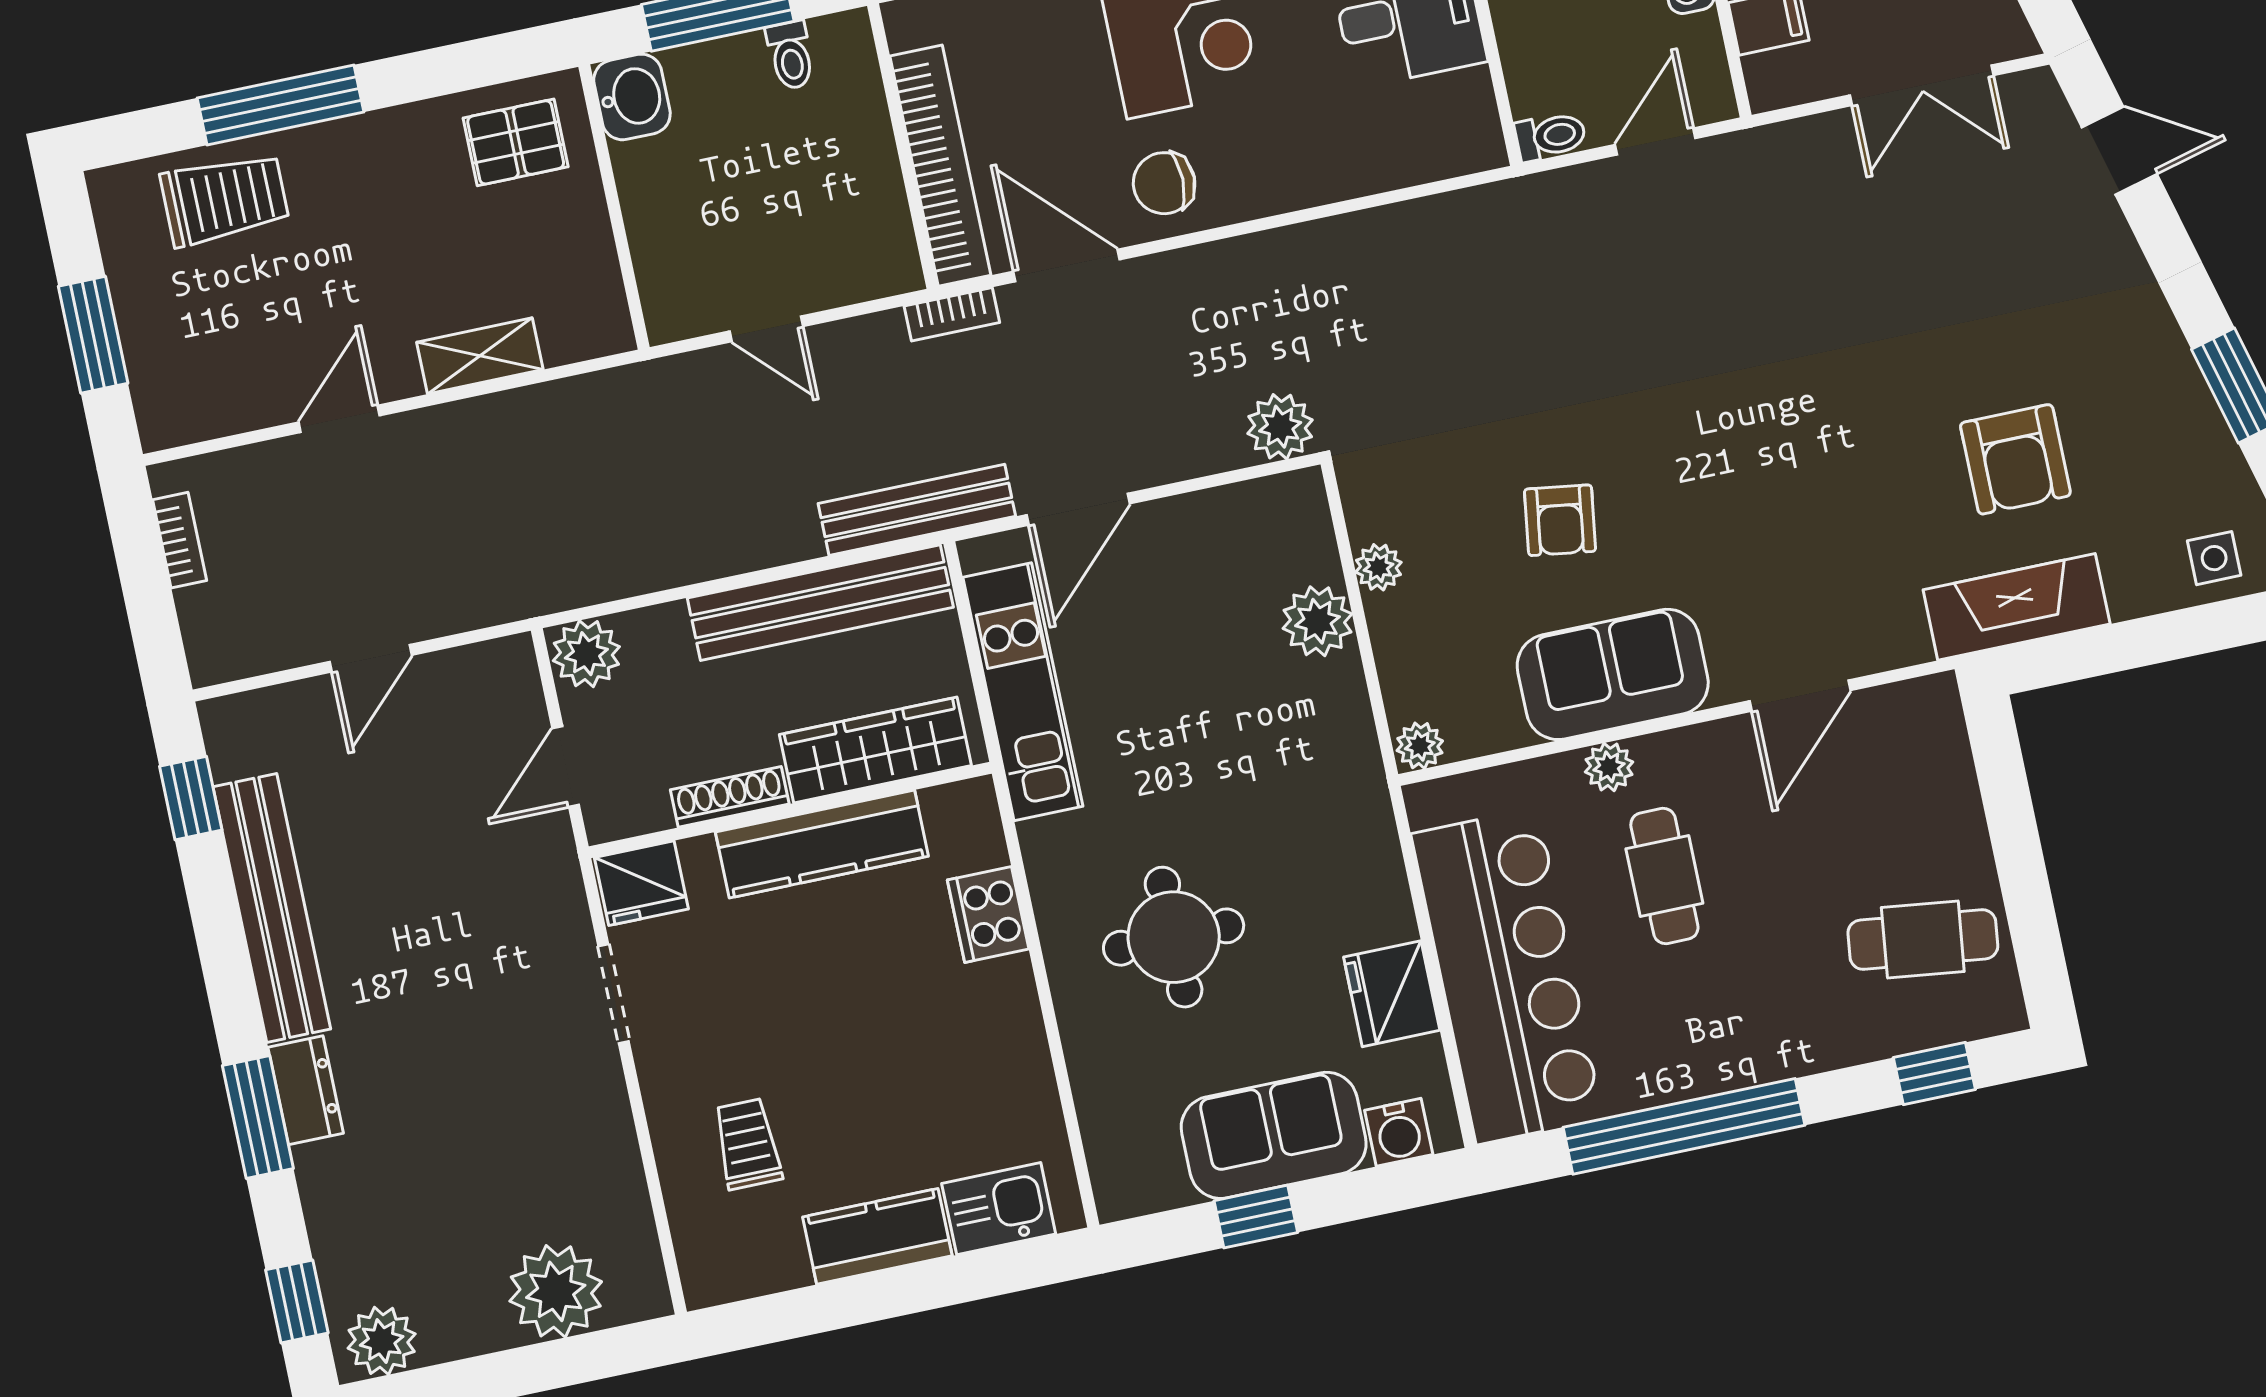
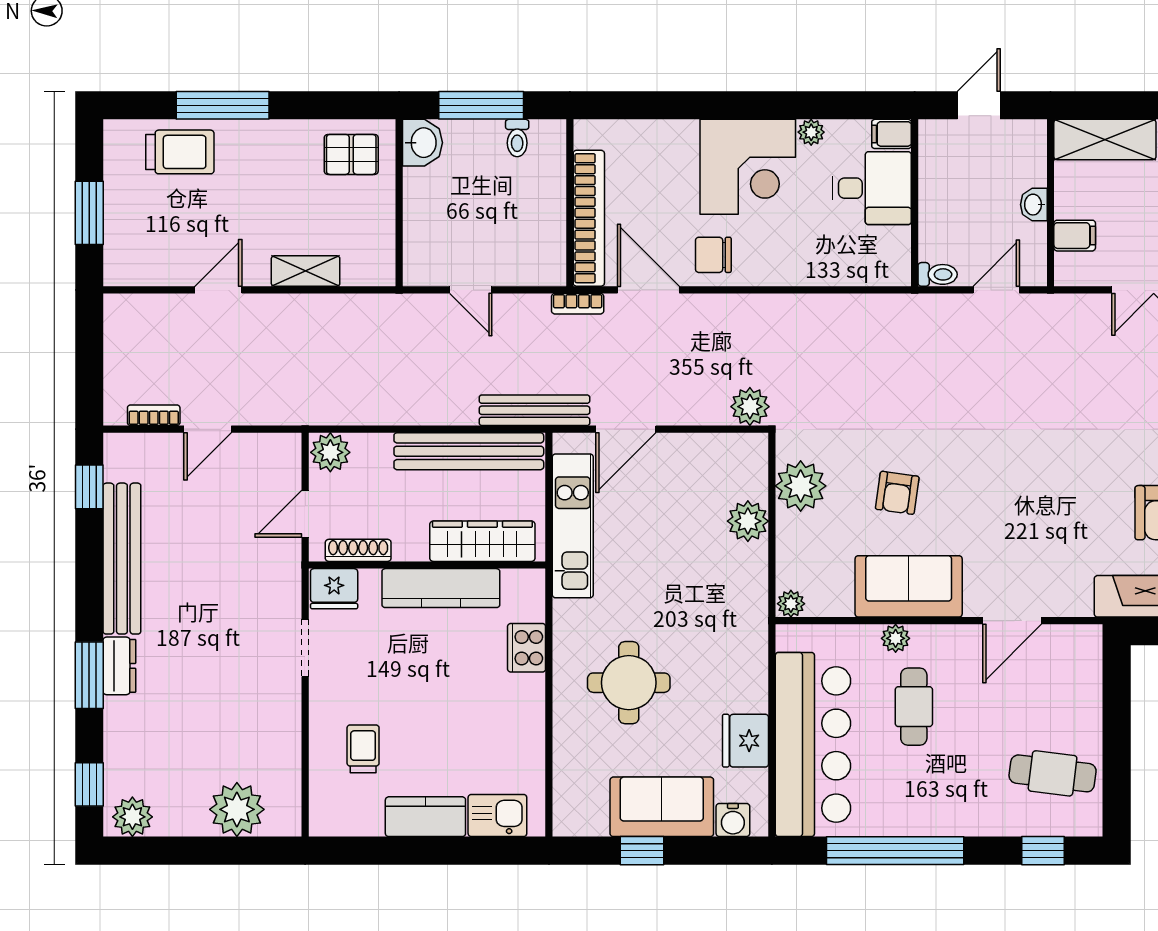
bookcase: (180, 540) -> (154, 415), moved, turned -90
plant: (1378, 567) -> (801, 486), width x1.87, depth x1.87
shoe rack: (730, 797) -> (358, 550), moved

